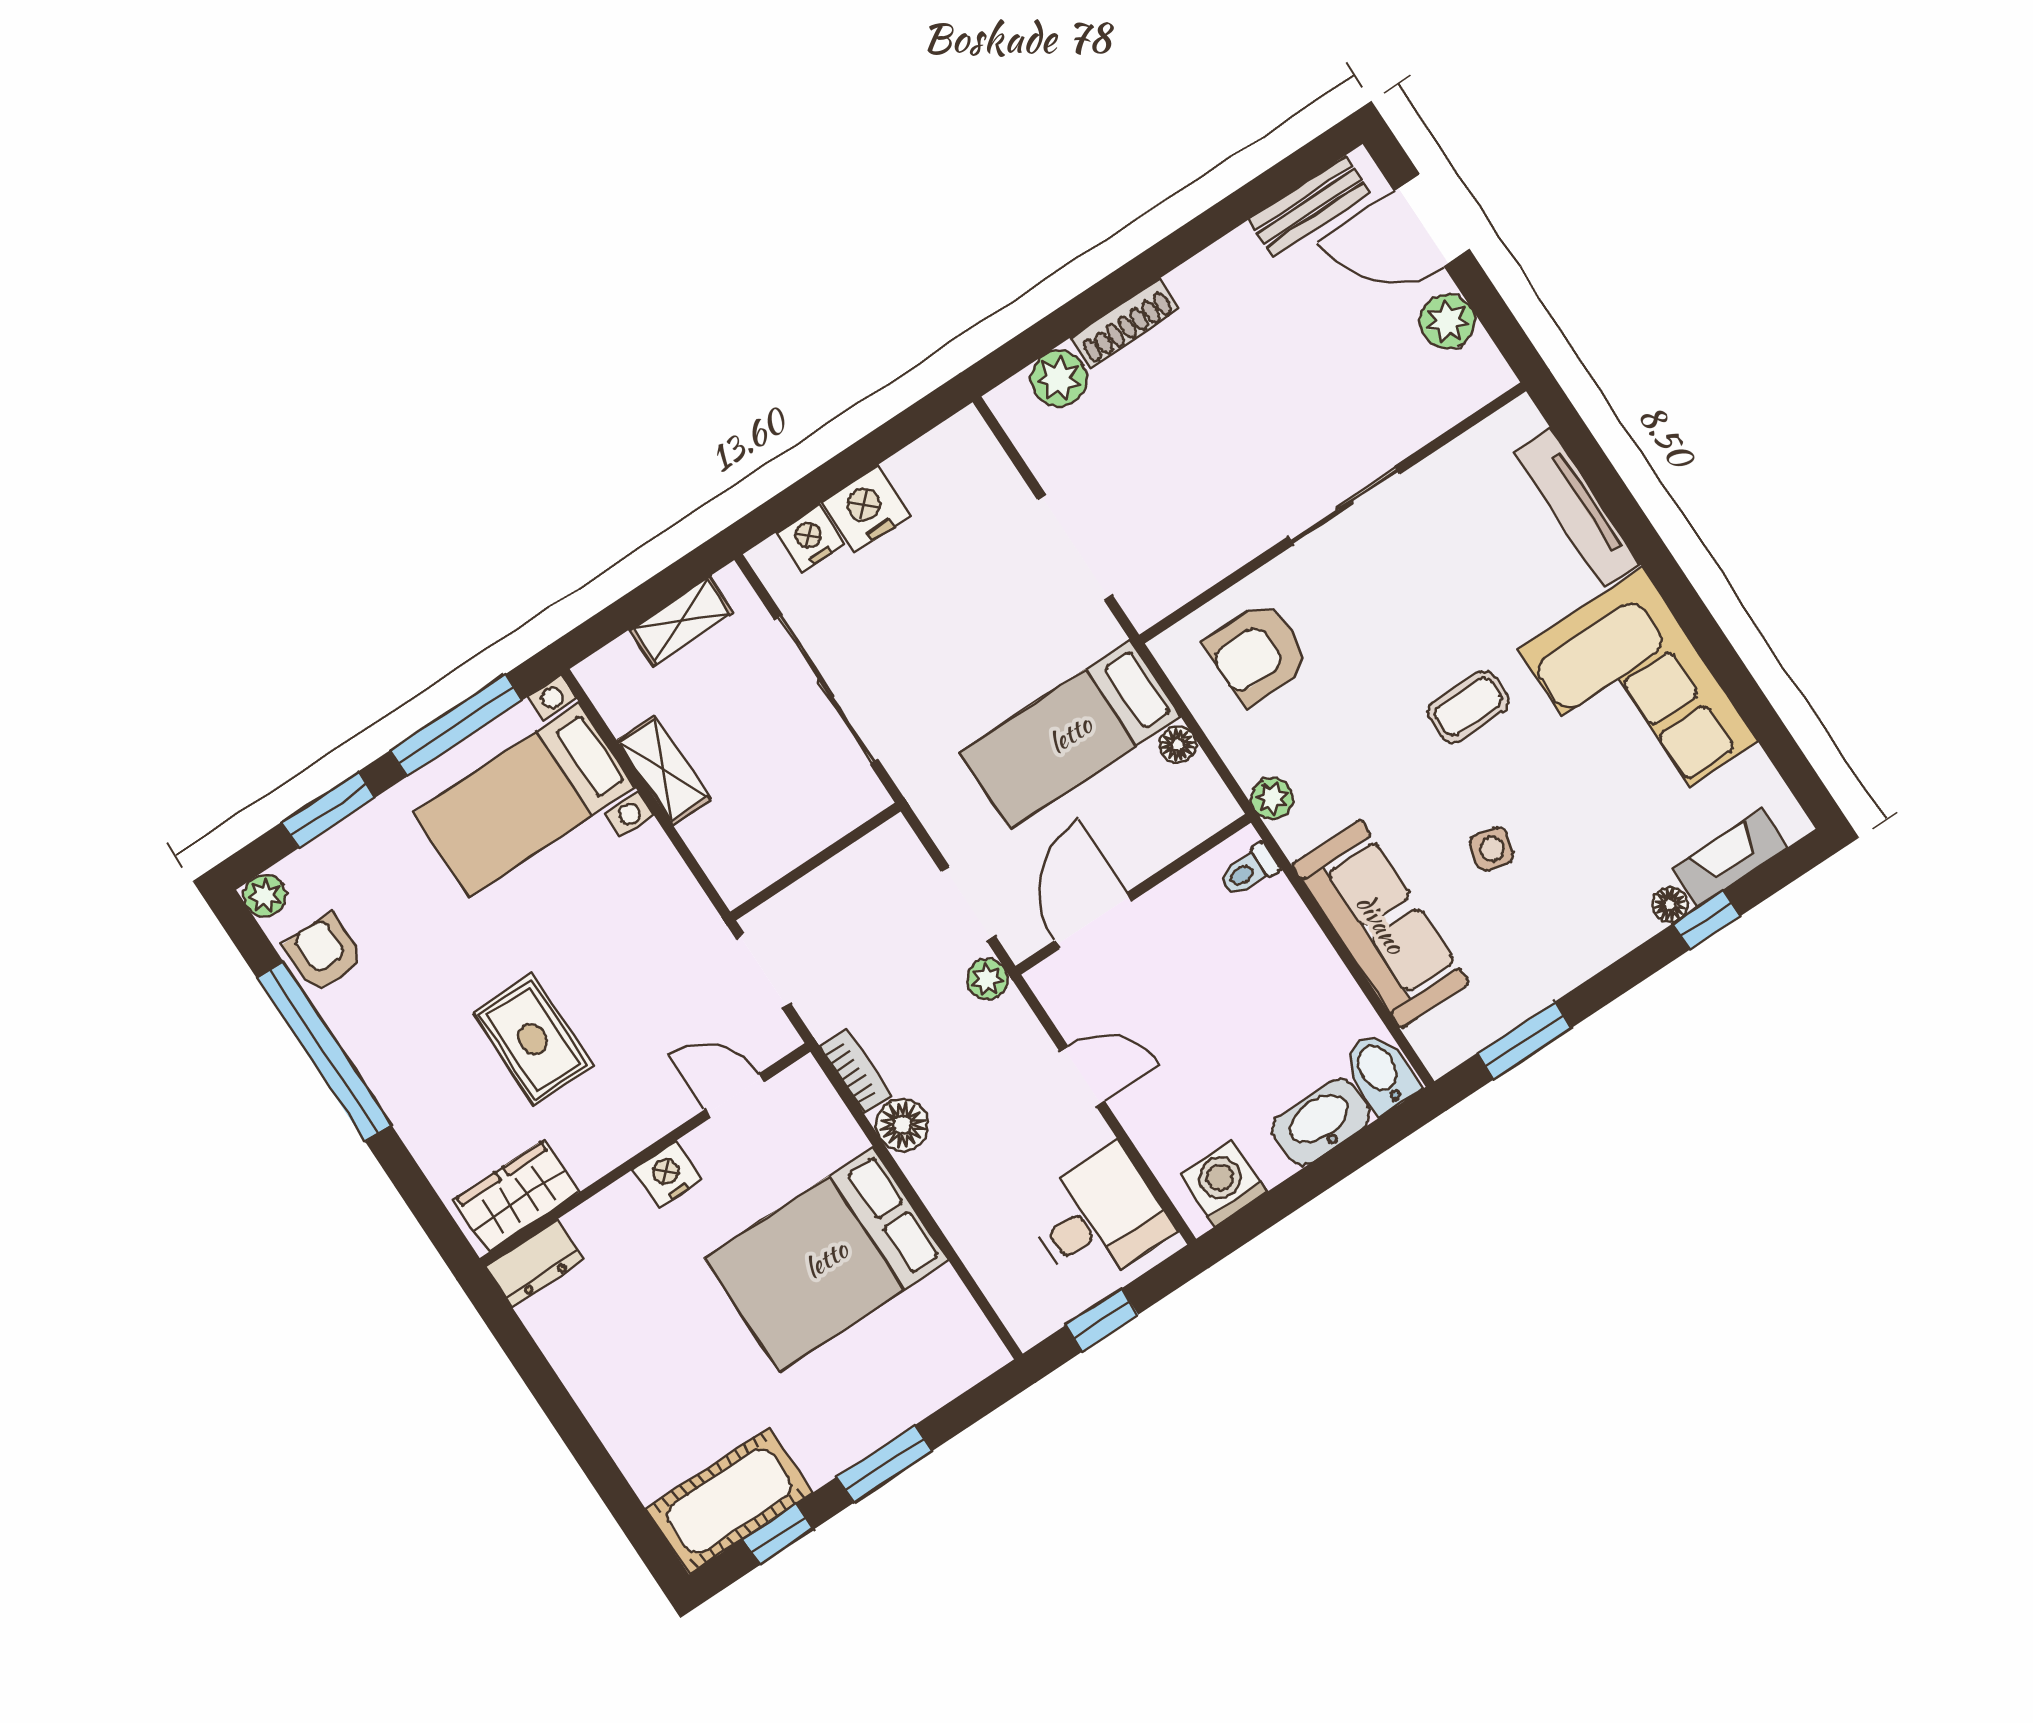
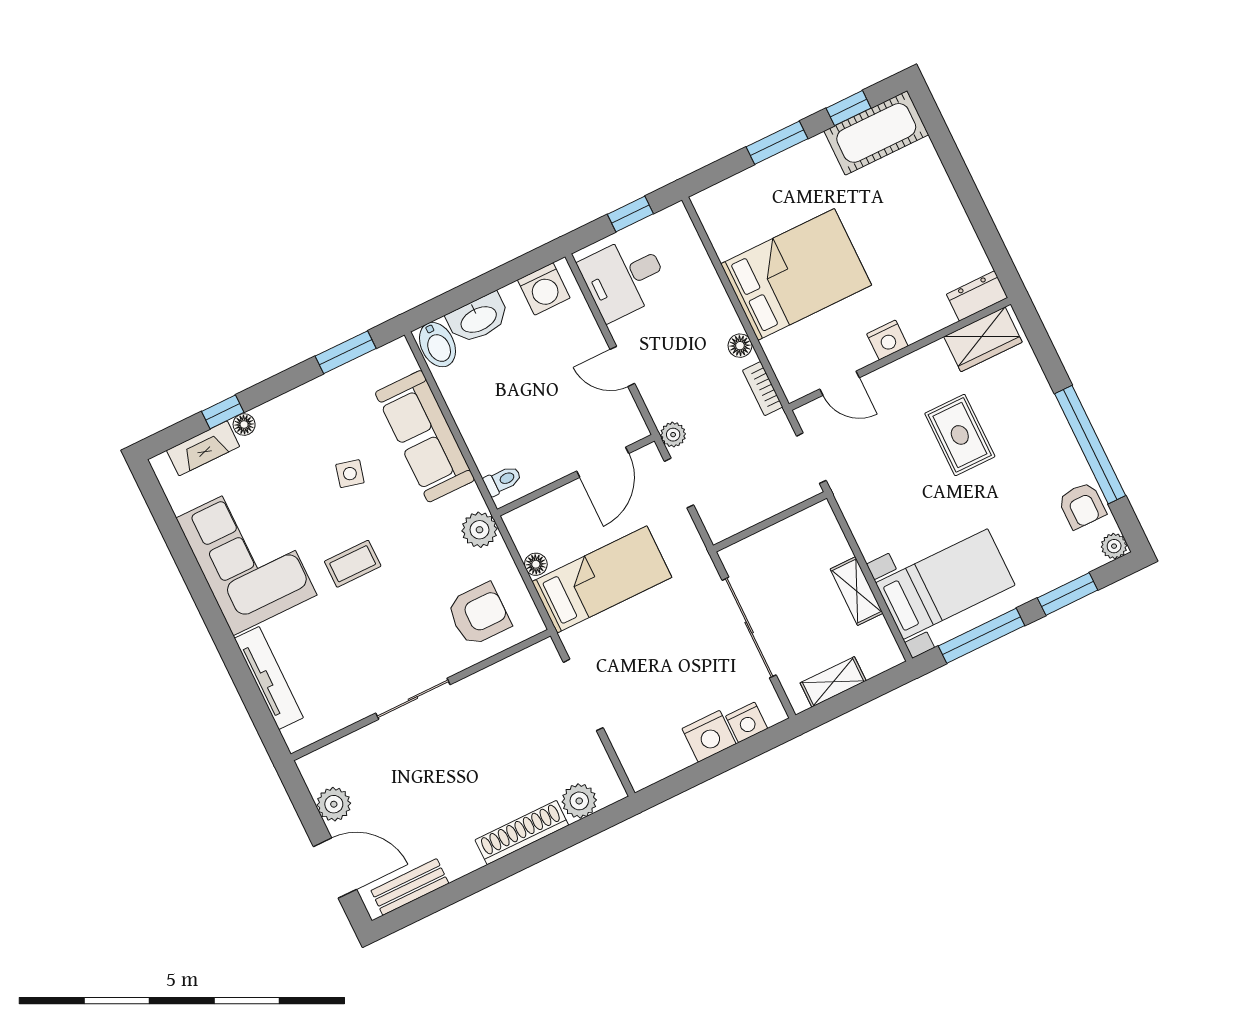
shoe rack: (1125, 323) -> (522, 833), width x1.36, depth x1.24
plant: (1272, 798) -> (480, 530), width x1.38, depth x1.38
floor lamp: (902, 1125) -> (740, 346), width x0.73, depth x0.73

